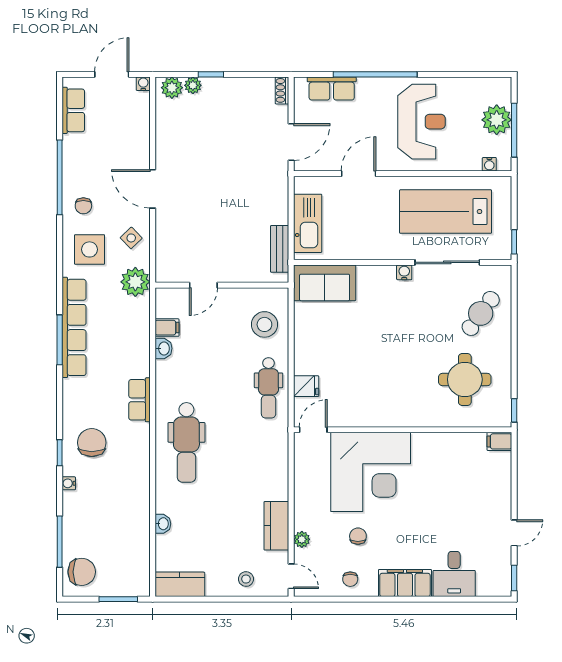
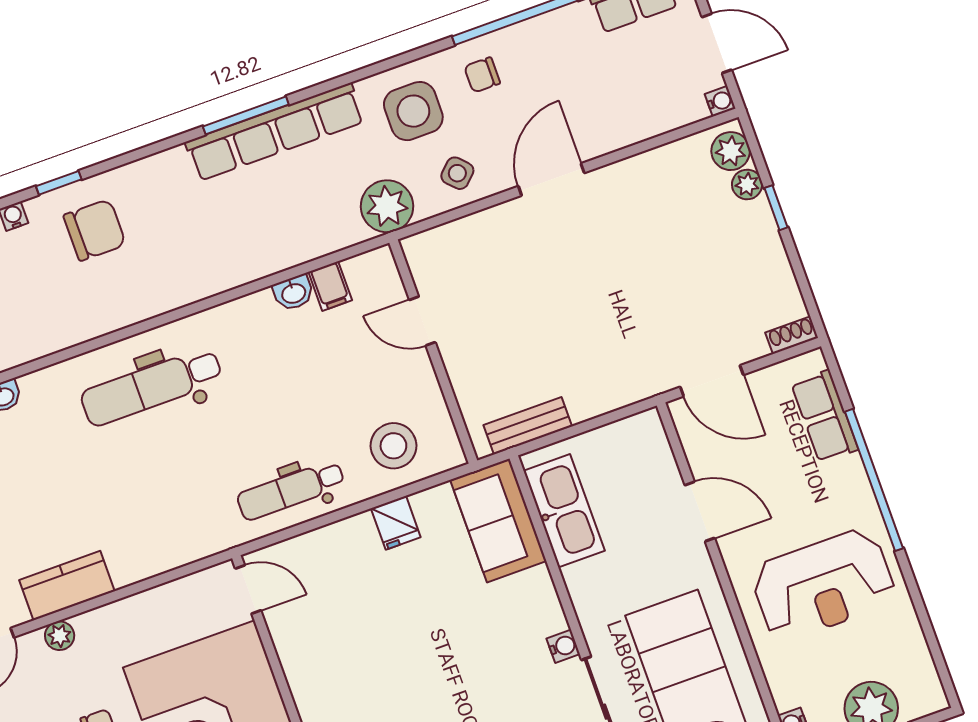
kitchen sink: (308, 223) -> (564, 511), moved, turned -90
fridge: (306, 386) -> (396, 523), moved
row of seats: (140, 400) -> (194, 284), removed

